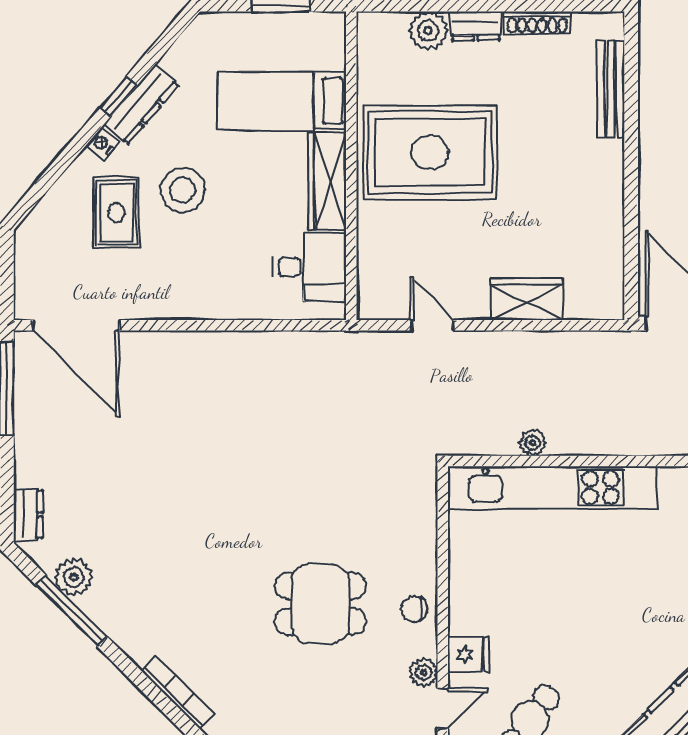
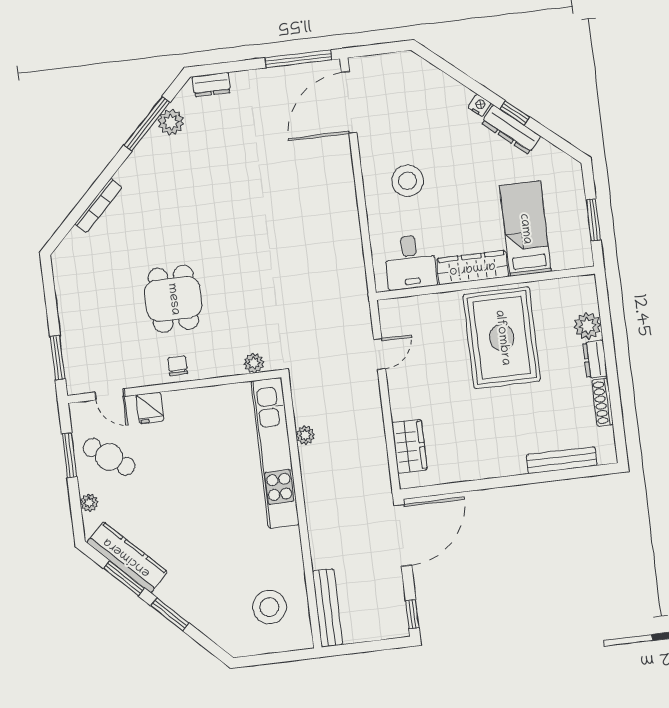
stool: (183, 190) -> (408, 181), moved
rug: (116, 213) -> (432, 121), removed
wardrobe: (527, 299) -> (409, 446), moved
plant: (424, 672) -> (254, 363), moved

